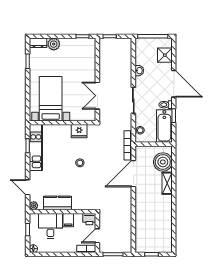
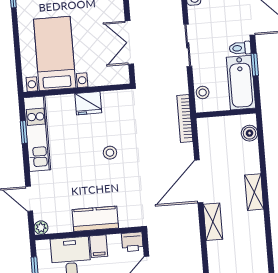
fridge: (79, 131) -> (88, 103), moved
boiler: (163, 162) -> (249, 133), width x0.54, depth x0.54
door: (133, 174) -> (199, 181), moved
shelving: (167, 183) -> (254, 192), moved
kitchen counter: (57, 203) -> (95, 219), moved
shelving: (140, 211) -> (213, 222), added

